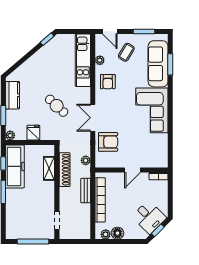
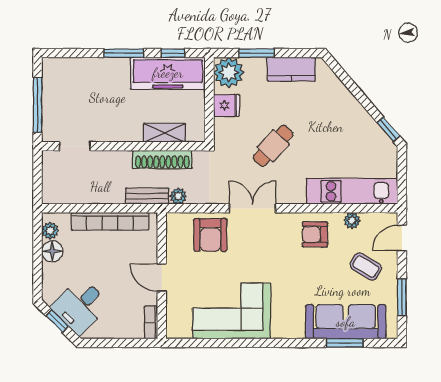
corner sofa: (152, 110) -> (232, 311), moved
plant: (10, 135) -> (229, 72), width x1.88, depth x1.88
bench: (86, 191) -> (147, 196), moved

